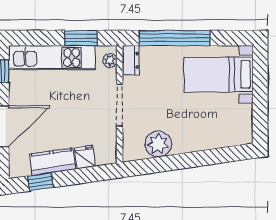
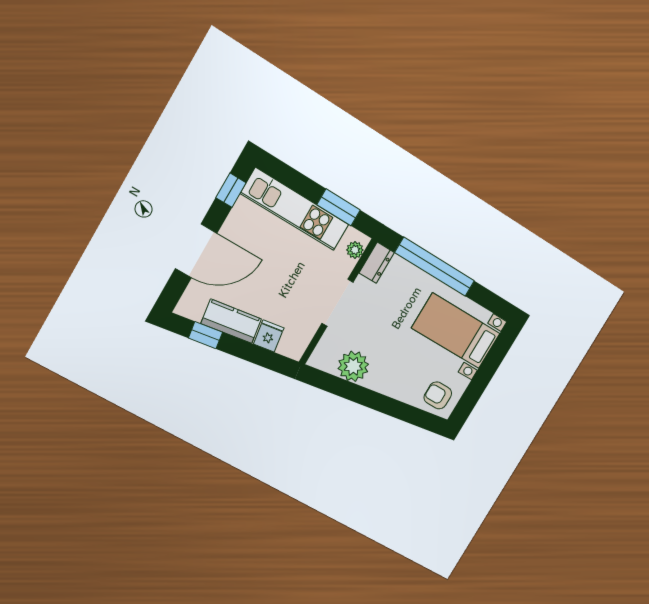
armchair: (234, 129) -> (438, 395), added

